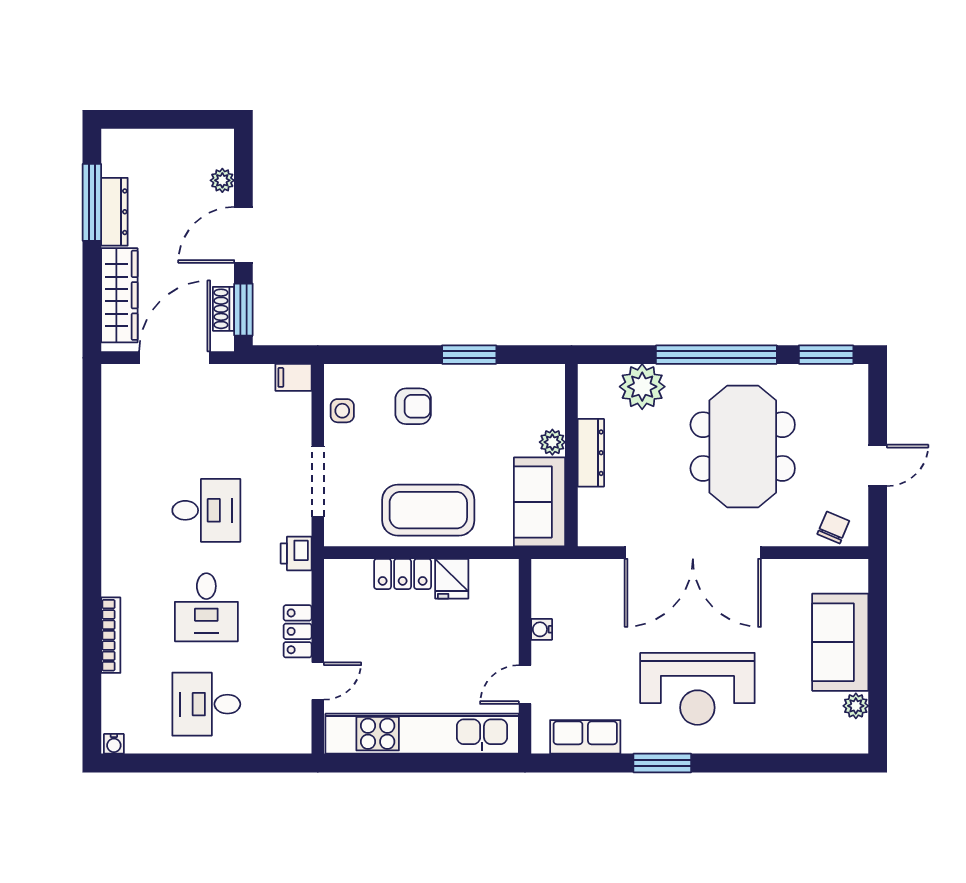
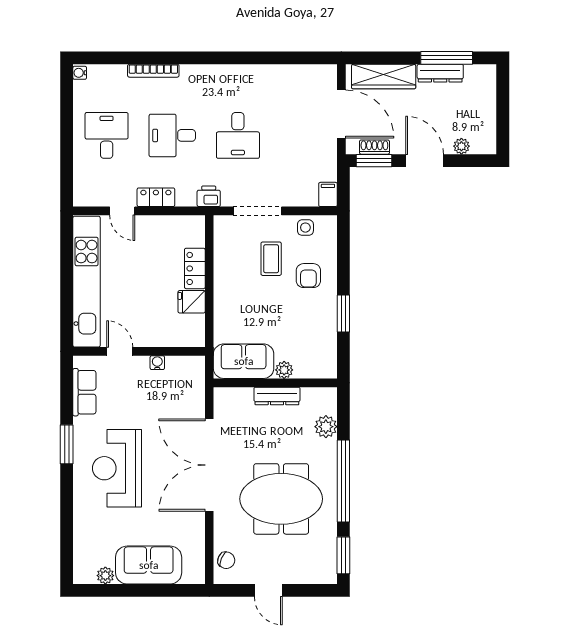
plant: (642, 387) -> (326, 427), width x0.73, depth x0.73
coffee table: (428, 510) -> (271, 259), moved, width x0.54, depth x0.58

